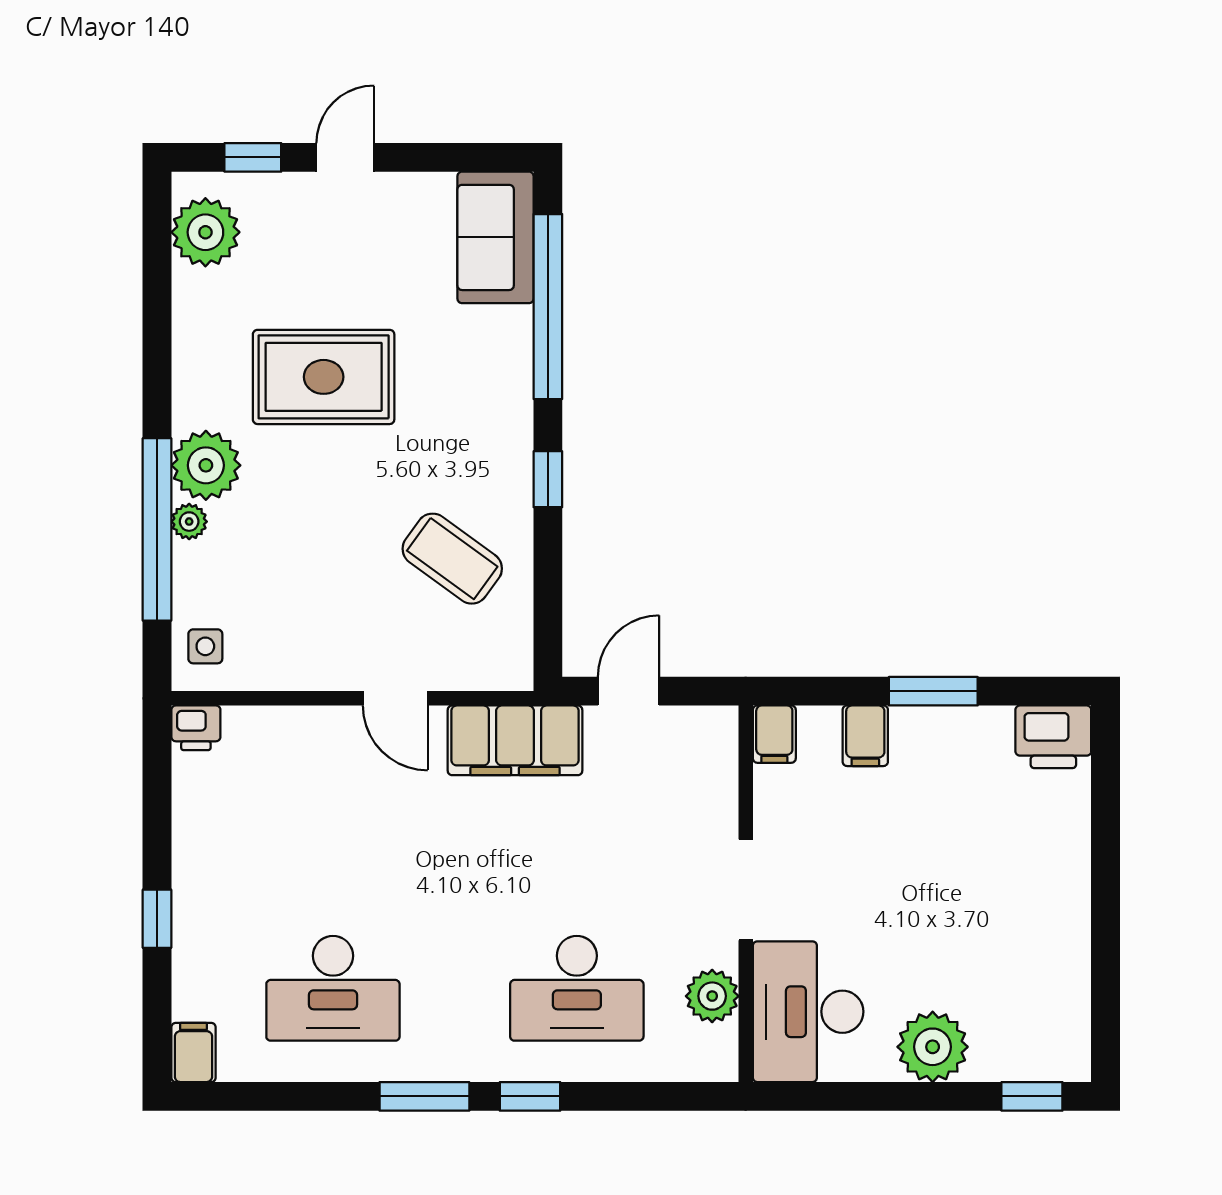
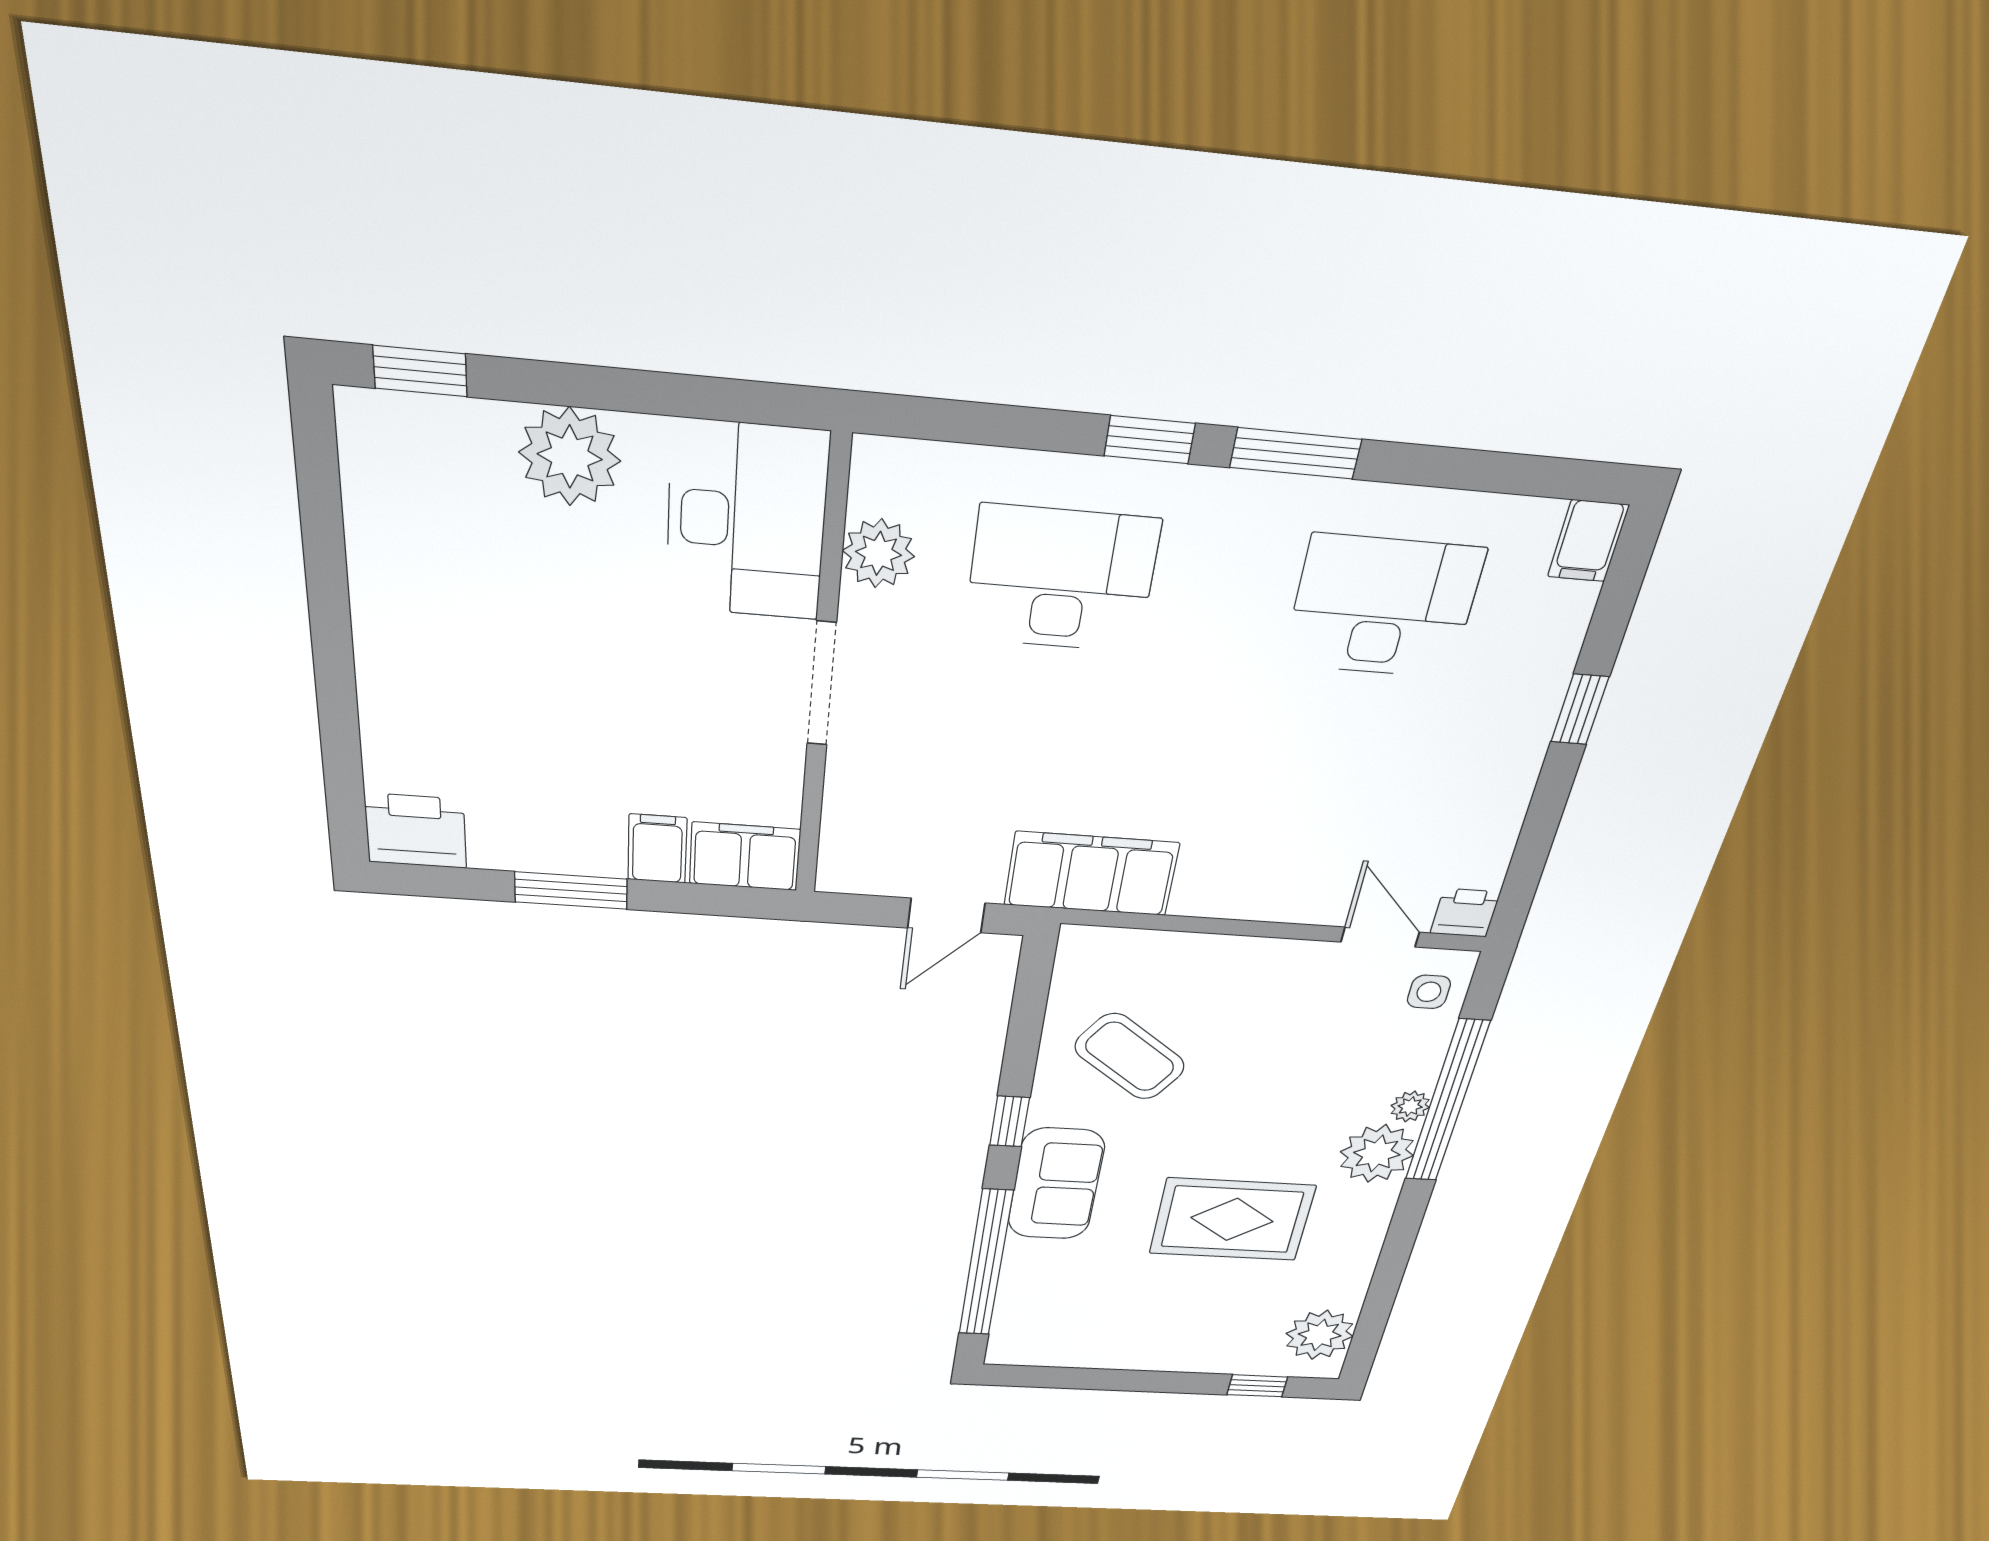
door: (345, 157) -> (1167, 1382), removed
sofa: (496, 237) -> (1056, 1184), moved
door: (395, 698) -> (1380, 937), moved
filing cabinet: (774, 734) -> (745, 857), width x2.00

